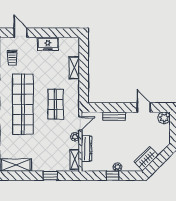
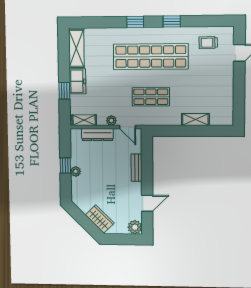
freezer: (48, 44) -> (78, 81), moved, turned 180
wardrobe: (146, 159) -> (100, 219), moved

